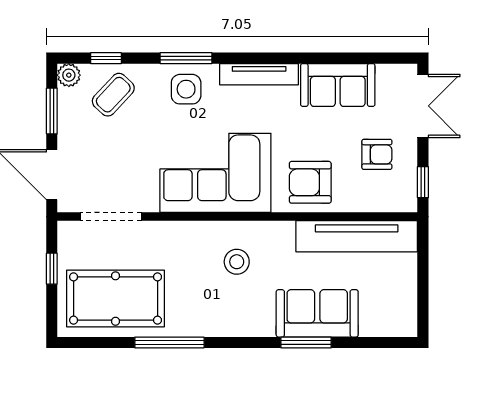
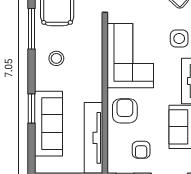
stool: (237, 262) -> (56, 58), moved
sofa: (317, 313) -> (48, 124), width x1.36

